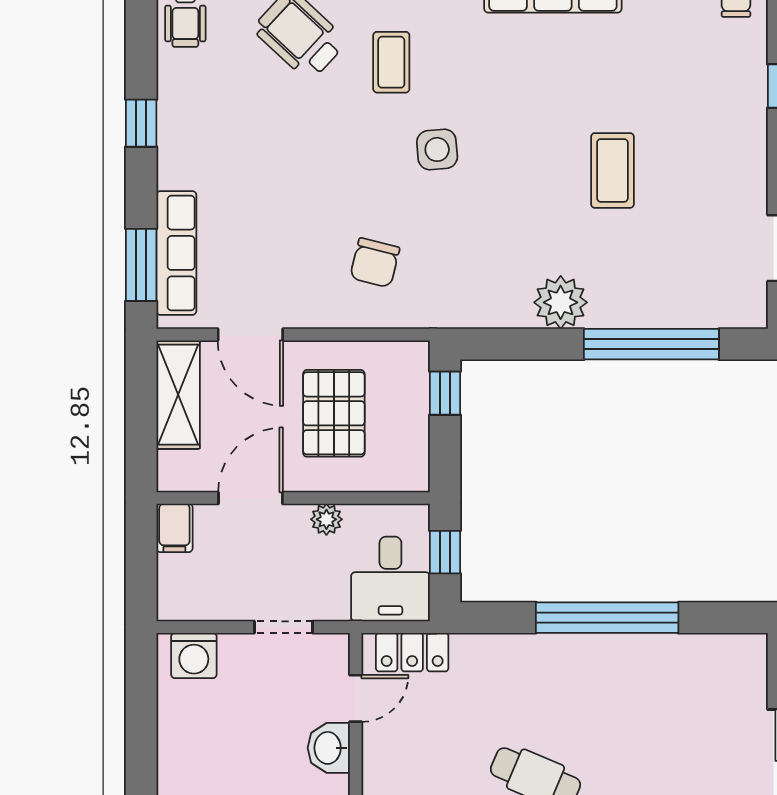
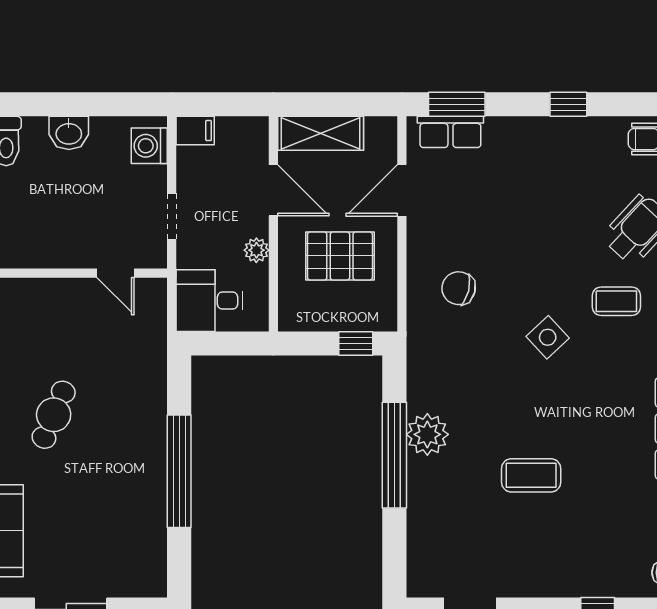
side table: (437, 149) -> (548, 337), turned -38
row of seats: (176, 253) -> (450, 132), width x0.68
window: (651, 344) -> (394, 455), moved
shelving: (178, 395) -> (321, 133), moved
filing cabinet: (174, 528) -> (195, 131), moved, turned 180
window: (445, 552) -> (231, 343), removed
locker: (412, 652) -> (152, 318), removed
washbasin: (329, 748) -> (69, 133), moved, turned 180

